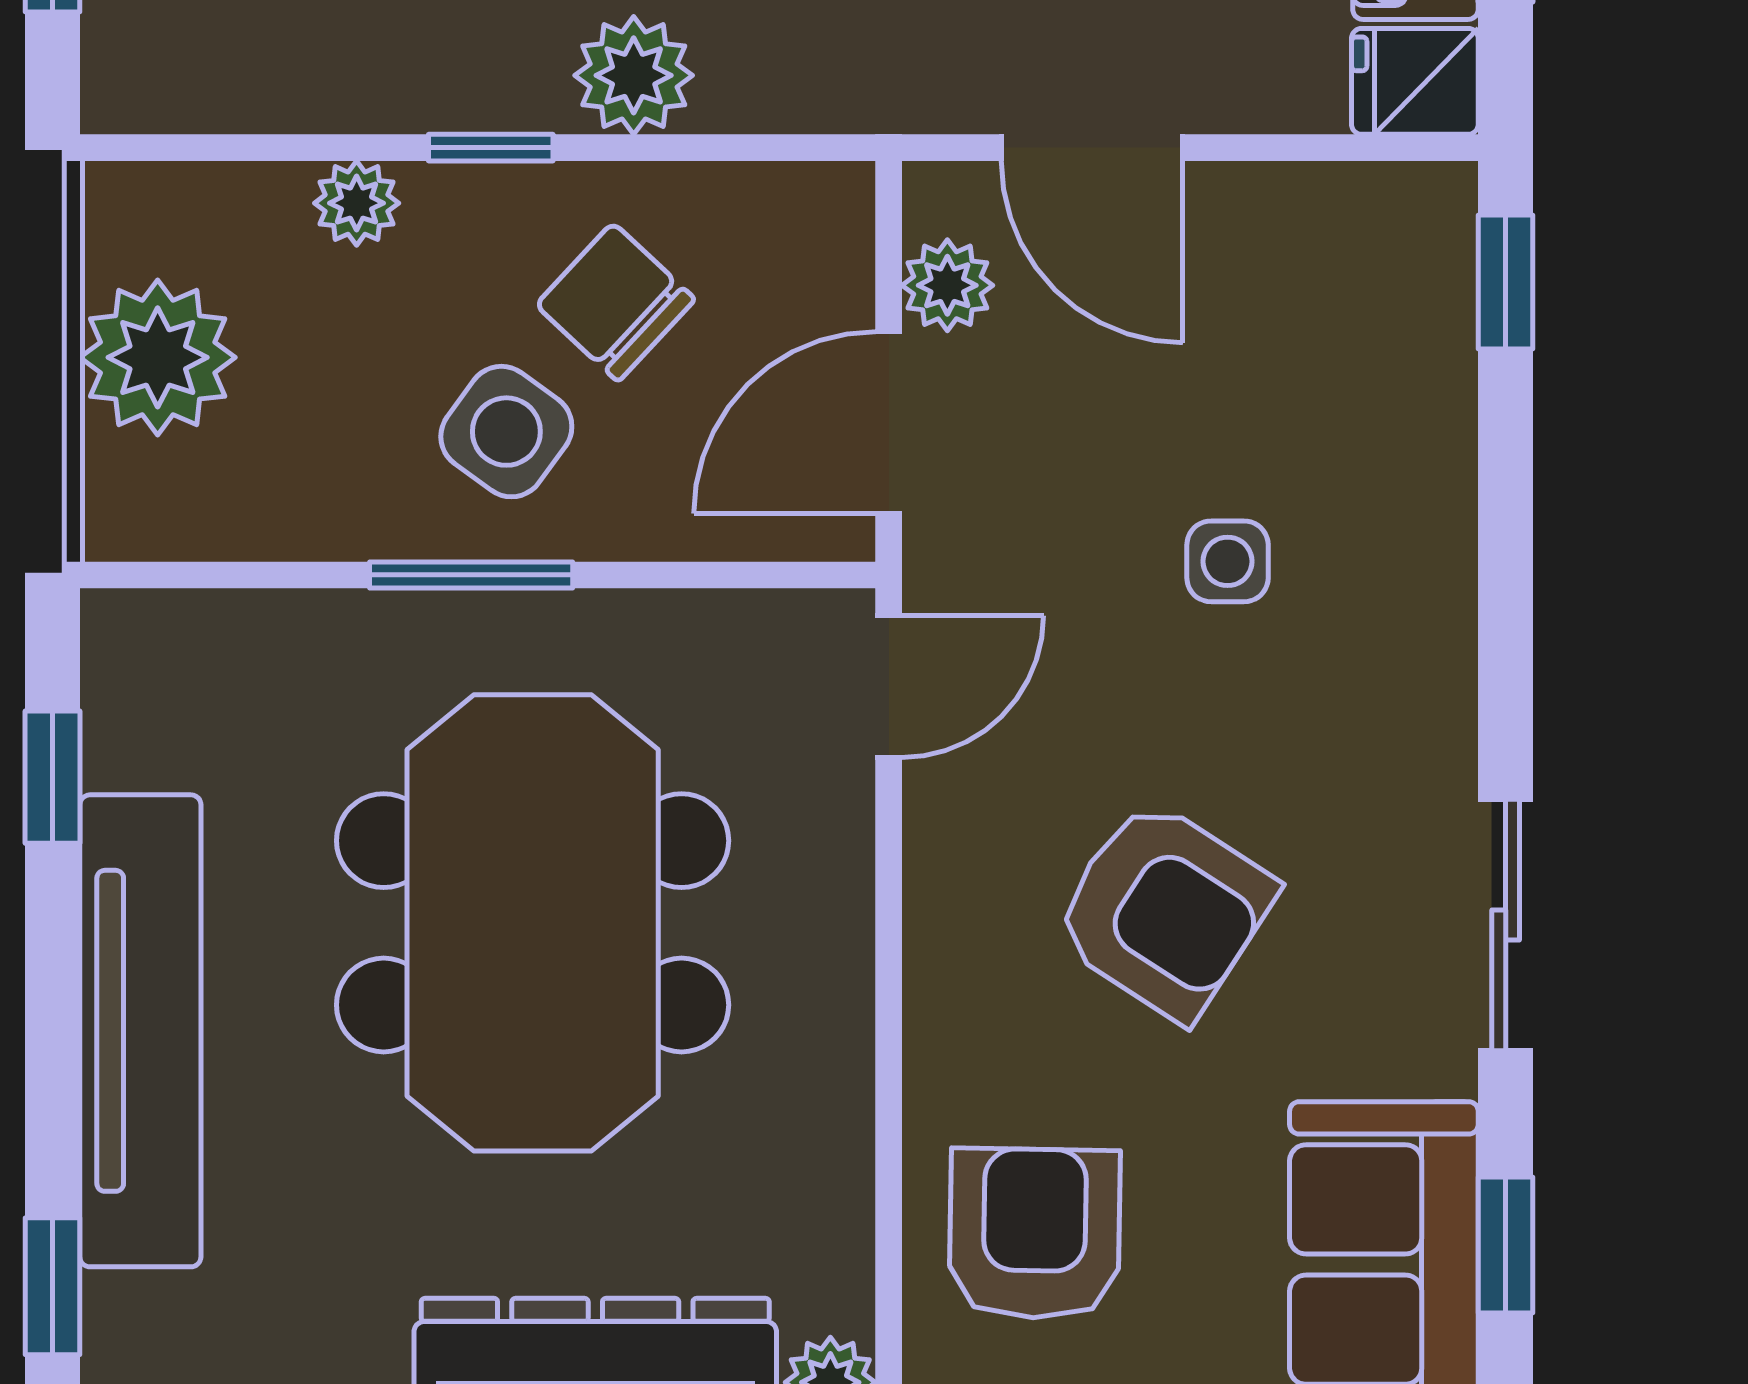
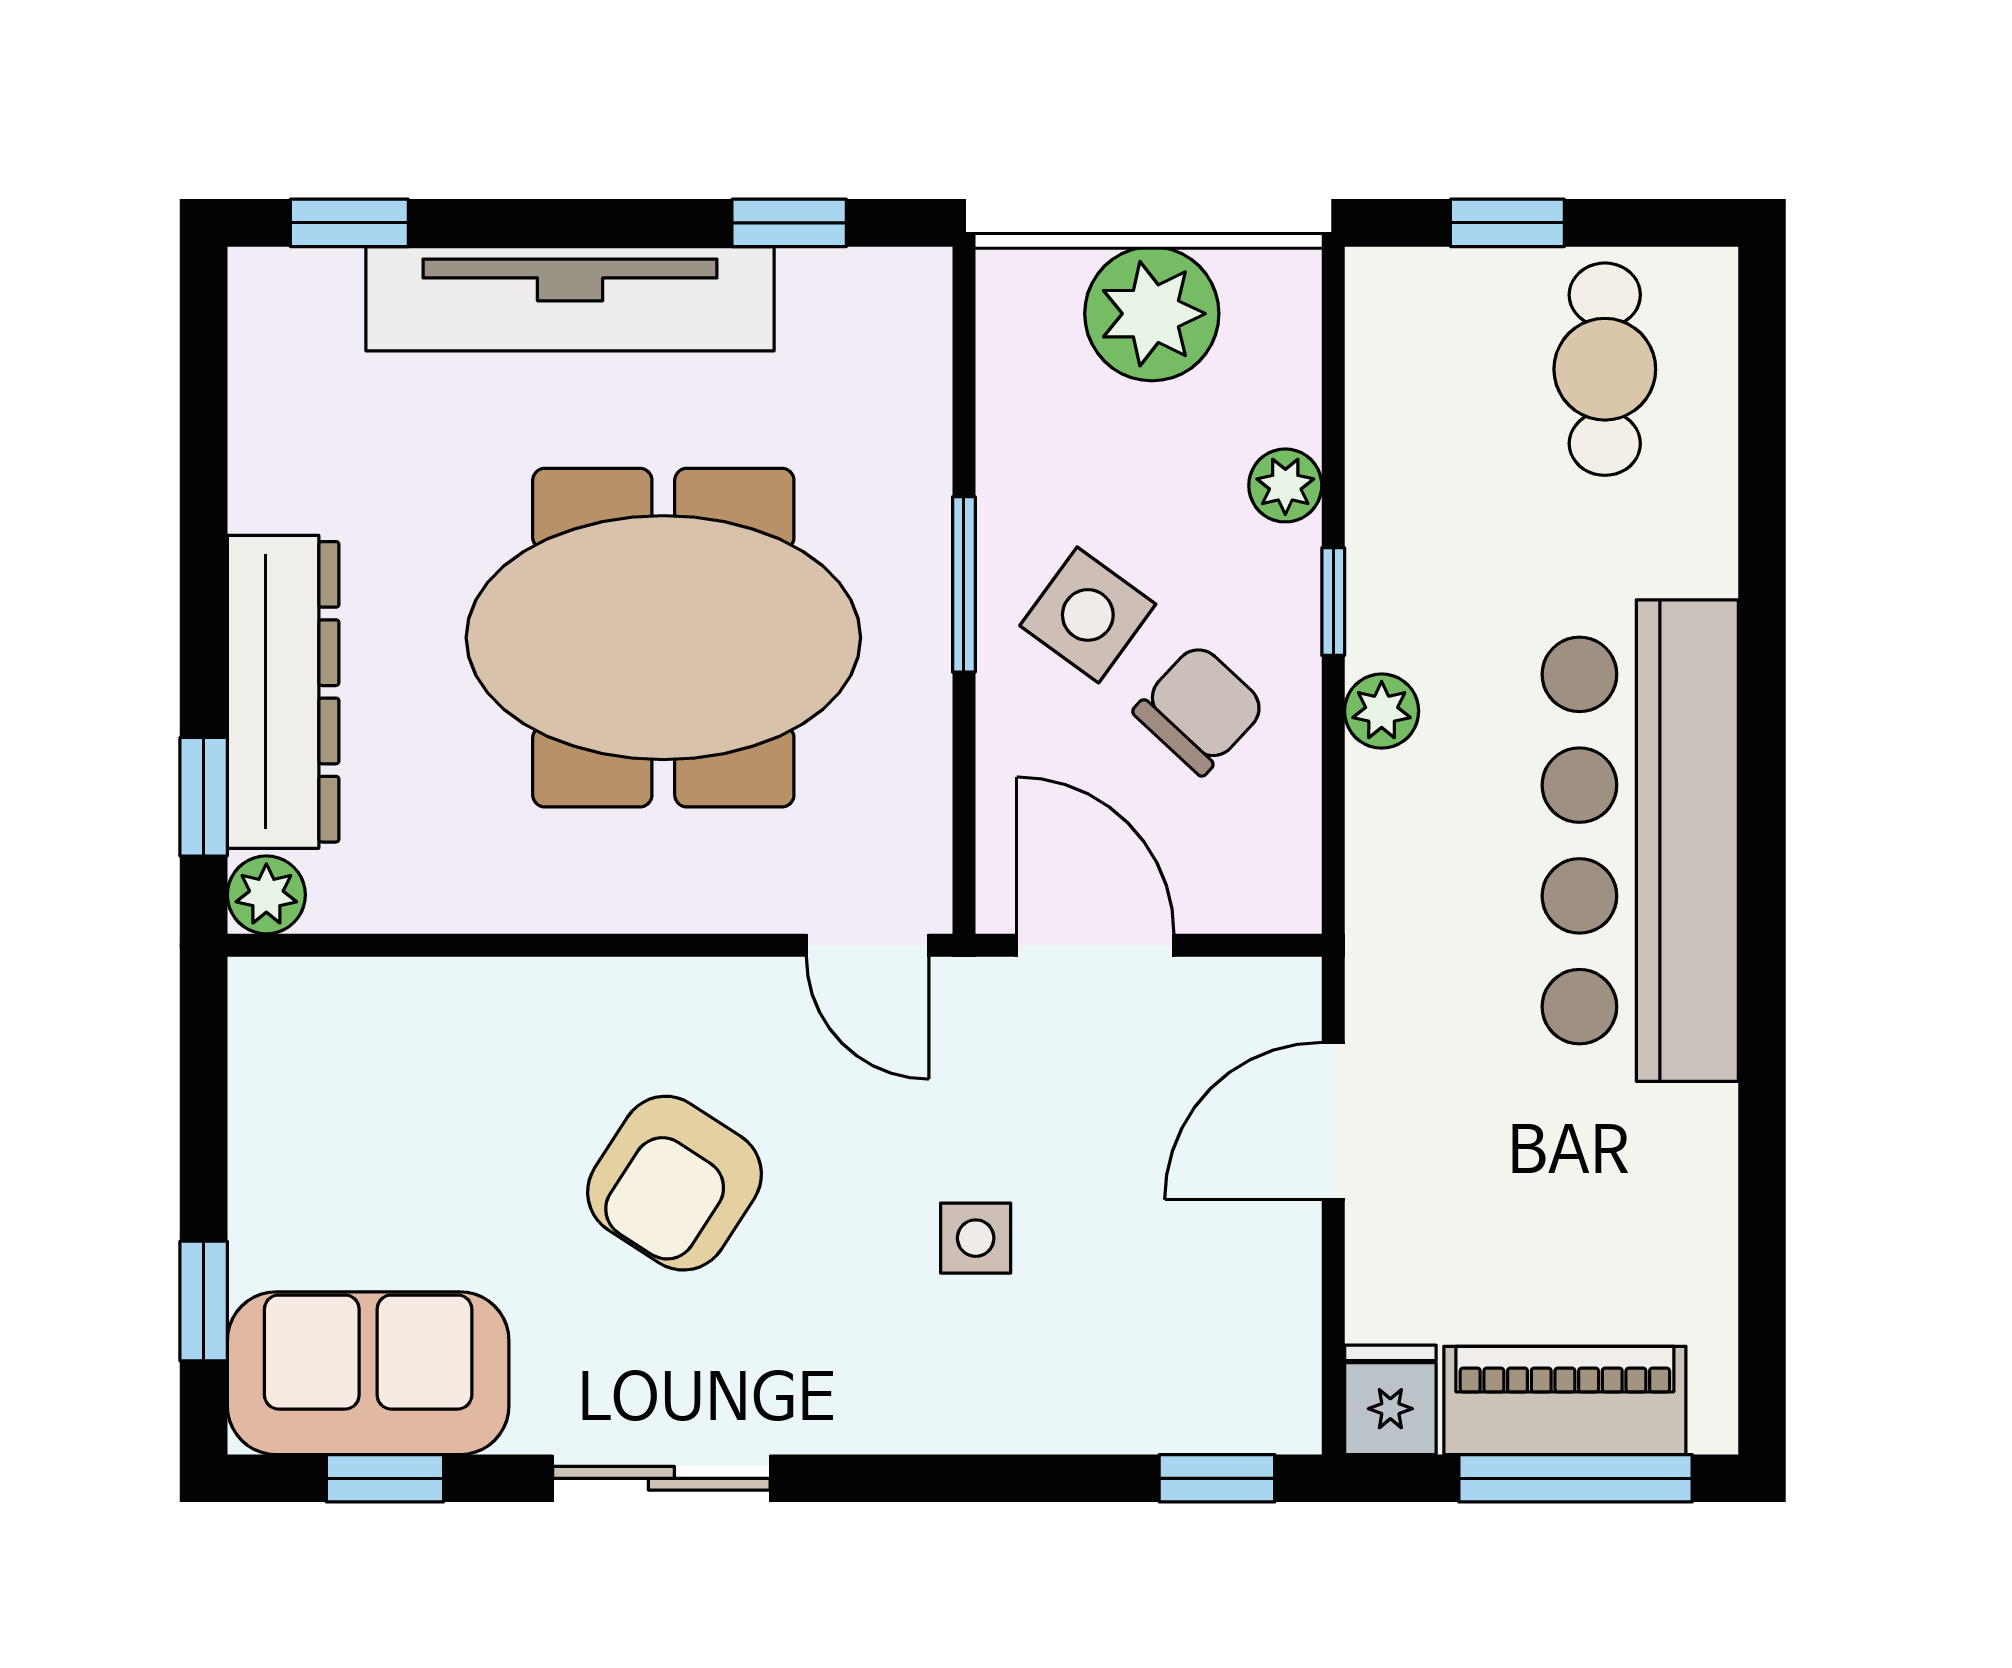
plant: (634, 75) -> (1382, 711), width x0.73, depth x0.73
plant: (947, 285) -> (1214, 996), removed
armchair: (1035, 1234) -> (395, 1071), removed

